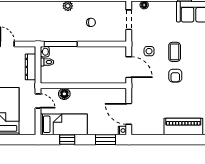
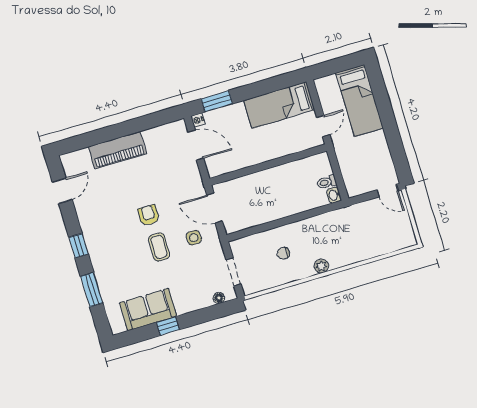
window: (61, 44) -> (316, 212), removed
dresser: (31, 67) -> (347, 169), removed
floor lamp: (64, 94) -> (291, 146), removed
door: (38, 101) -> (323, 126), swing flipped
window: (67, 140) -> (268, 86), removed

